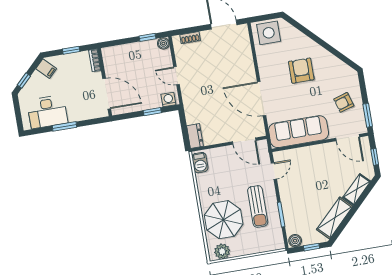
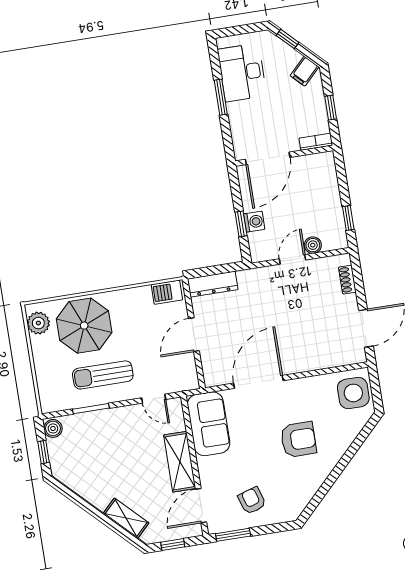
boiler: (163, 43) -> (313, 245), moved
washing machine: (168, 99) -> (254, 222), moved
sofa: (299, 132) -> (209, 424), width x0.73
dresser: (195, 136) -> (213, 284), width x1.44
door: (244, 141) -> (194, 335), moved
shelving: (335, 218) -> (180, 462), moved, turned 45

